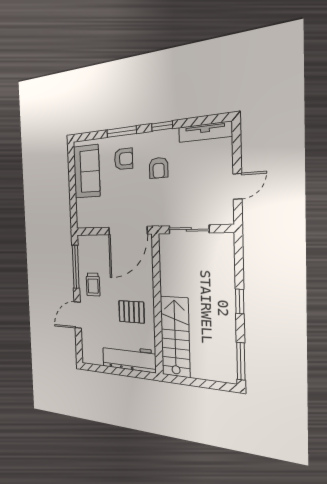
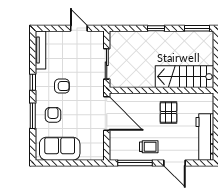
workbench: (129, 358) -> (205, 137), moved

